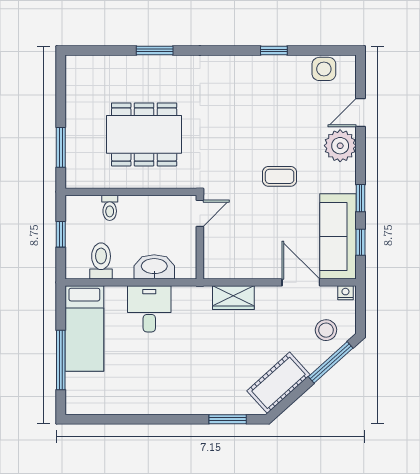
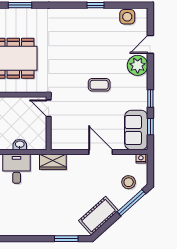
door: (200, 213) -> (49, 108), swing flipped
sofa: (338, 236) -> (136, 130), width x0.73
washbasin: (154, 267) -> (20, 145), width x0.52, depth x0.69
door: (301, 282) -> (101, 152), moved
wardrobe: (233, 298) -> (53, 162), moved

